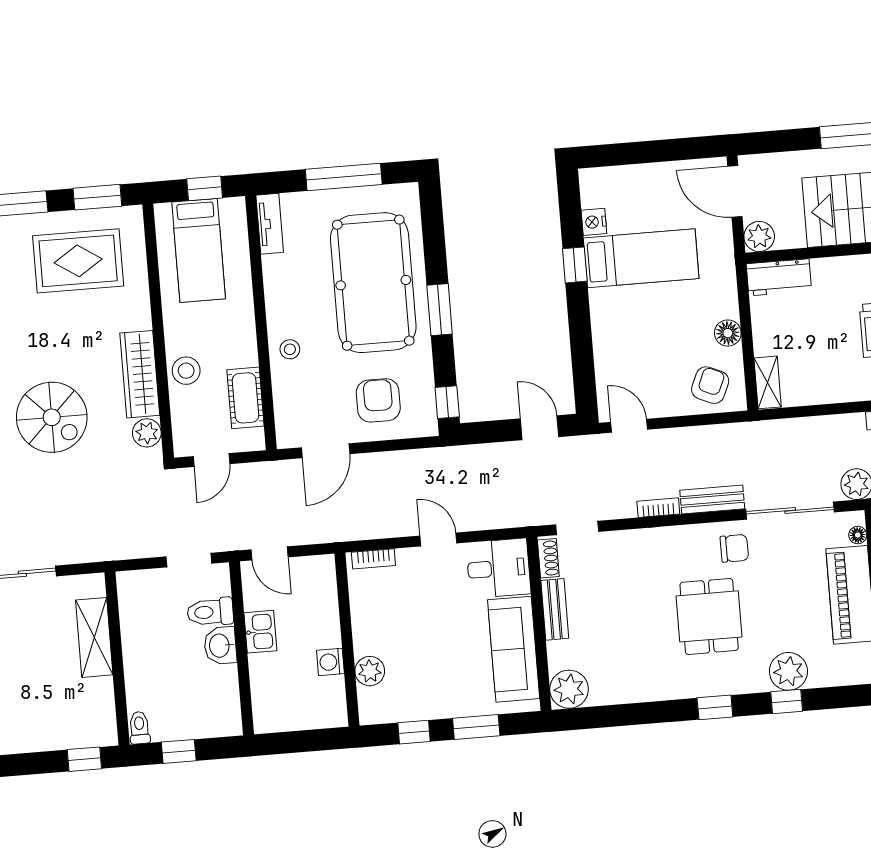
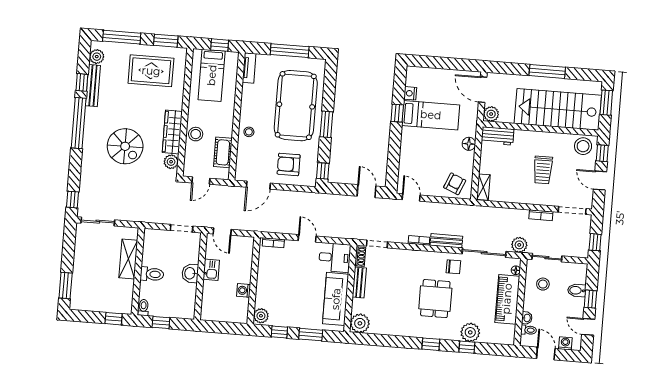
floor lamp: (728, 333) -> (469, 144), moved
armchair: (378, 400) -> (289, 164), turned -90
toilet: (210, 612) -> (152, 274), moved, turned 180
plant: (370, 671) -> (261, 316), moved

